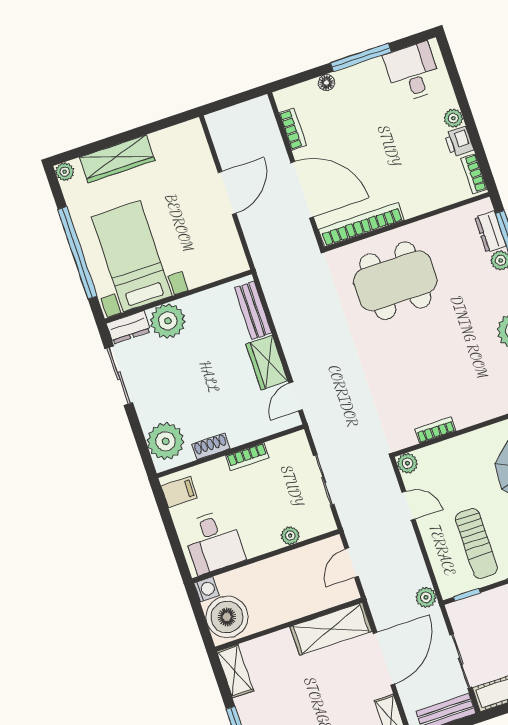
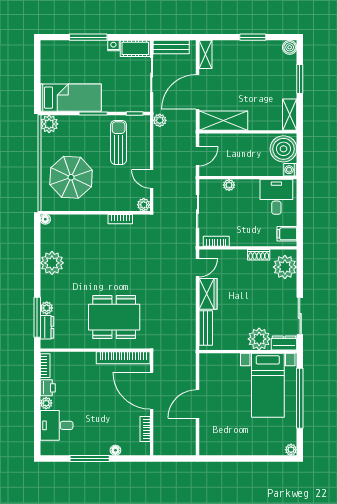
desk: (413, 72) -> (57, 425), moved, turned 90
wardrobe: (117, 159) -> (257, 447), removed
bookcase: (247, 457) -> (216, 241), moved

